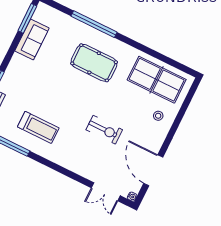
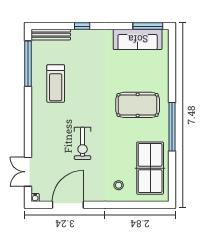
window: (94, 24) -> (172, 127), moved
sofa: (32, 40) -> (138, 39), width x1.36
pool table: (94, 63) -> (138, 105), turned 90

